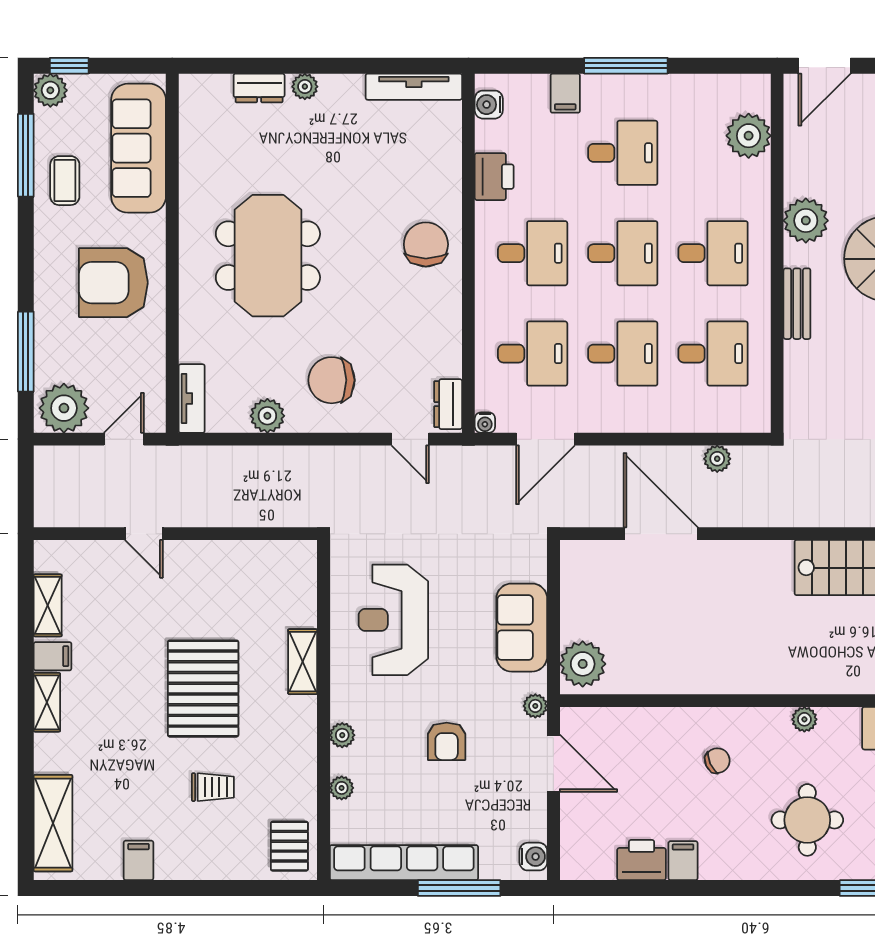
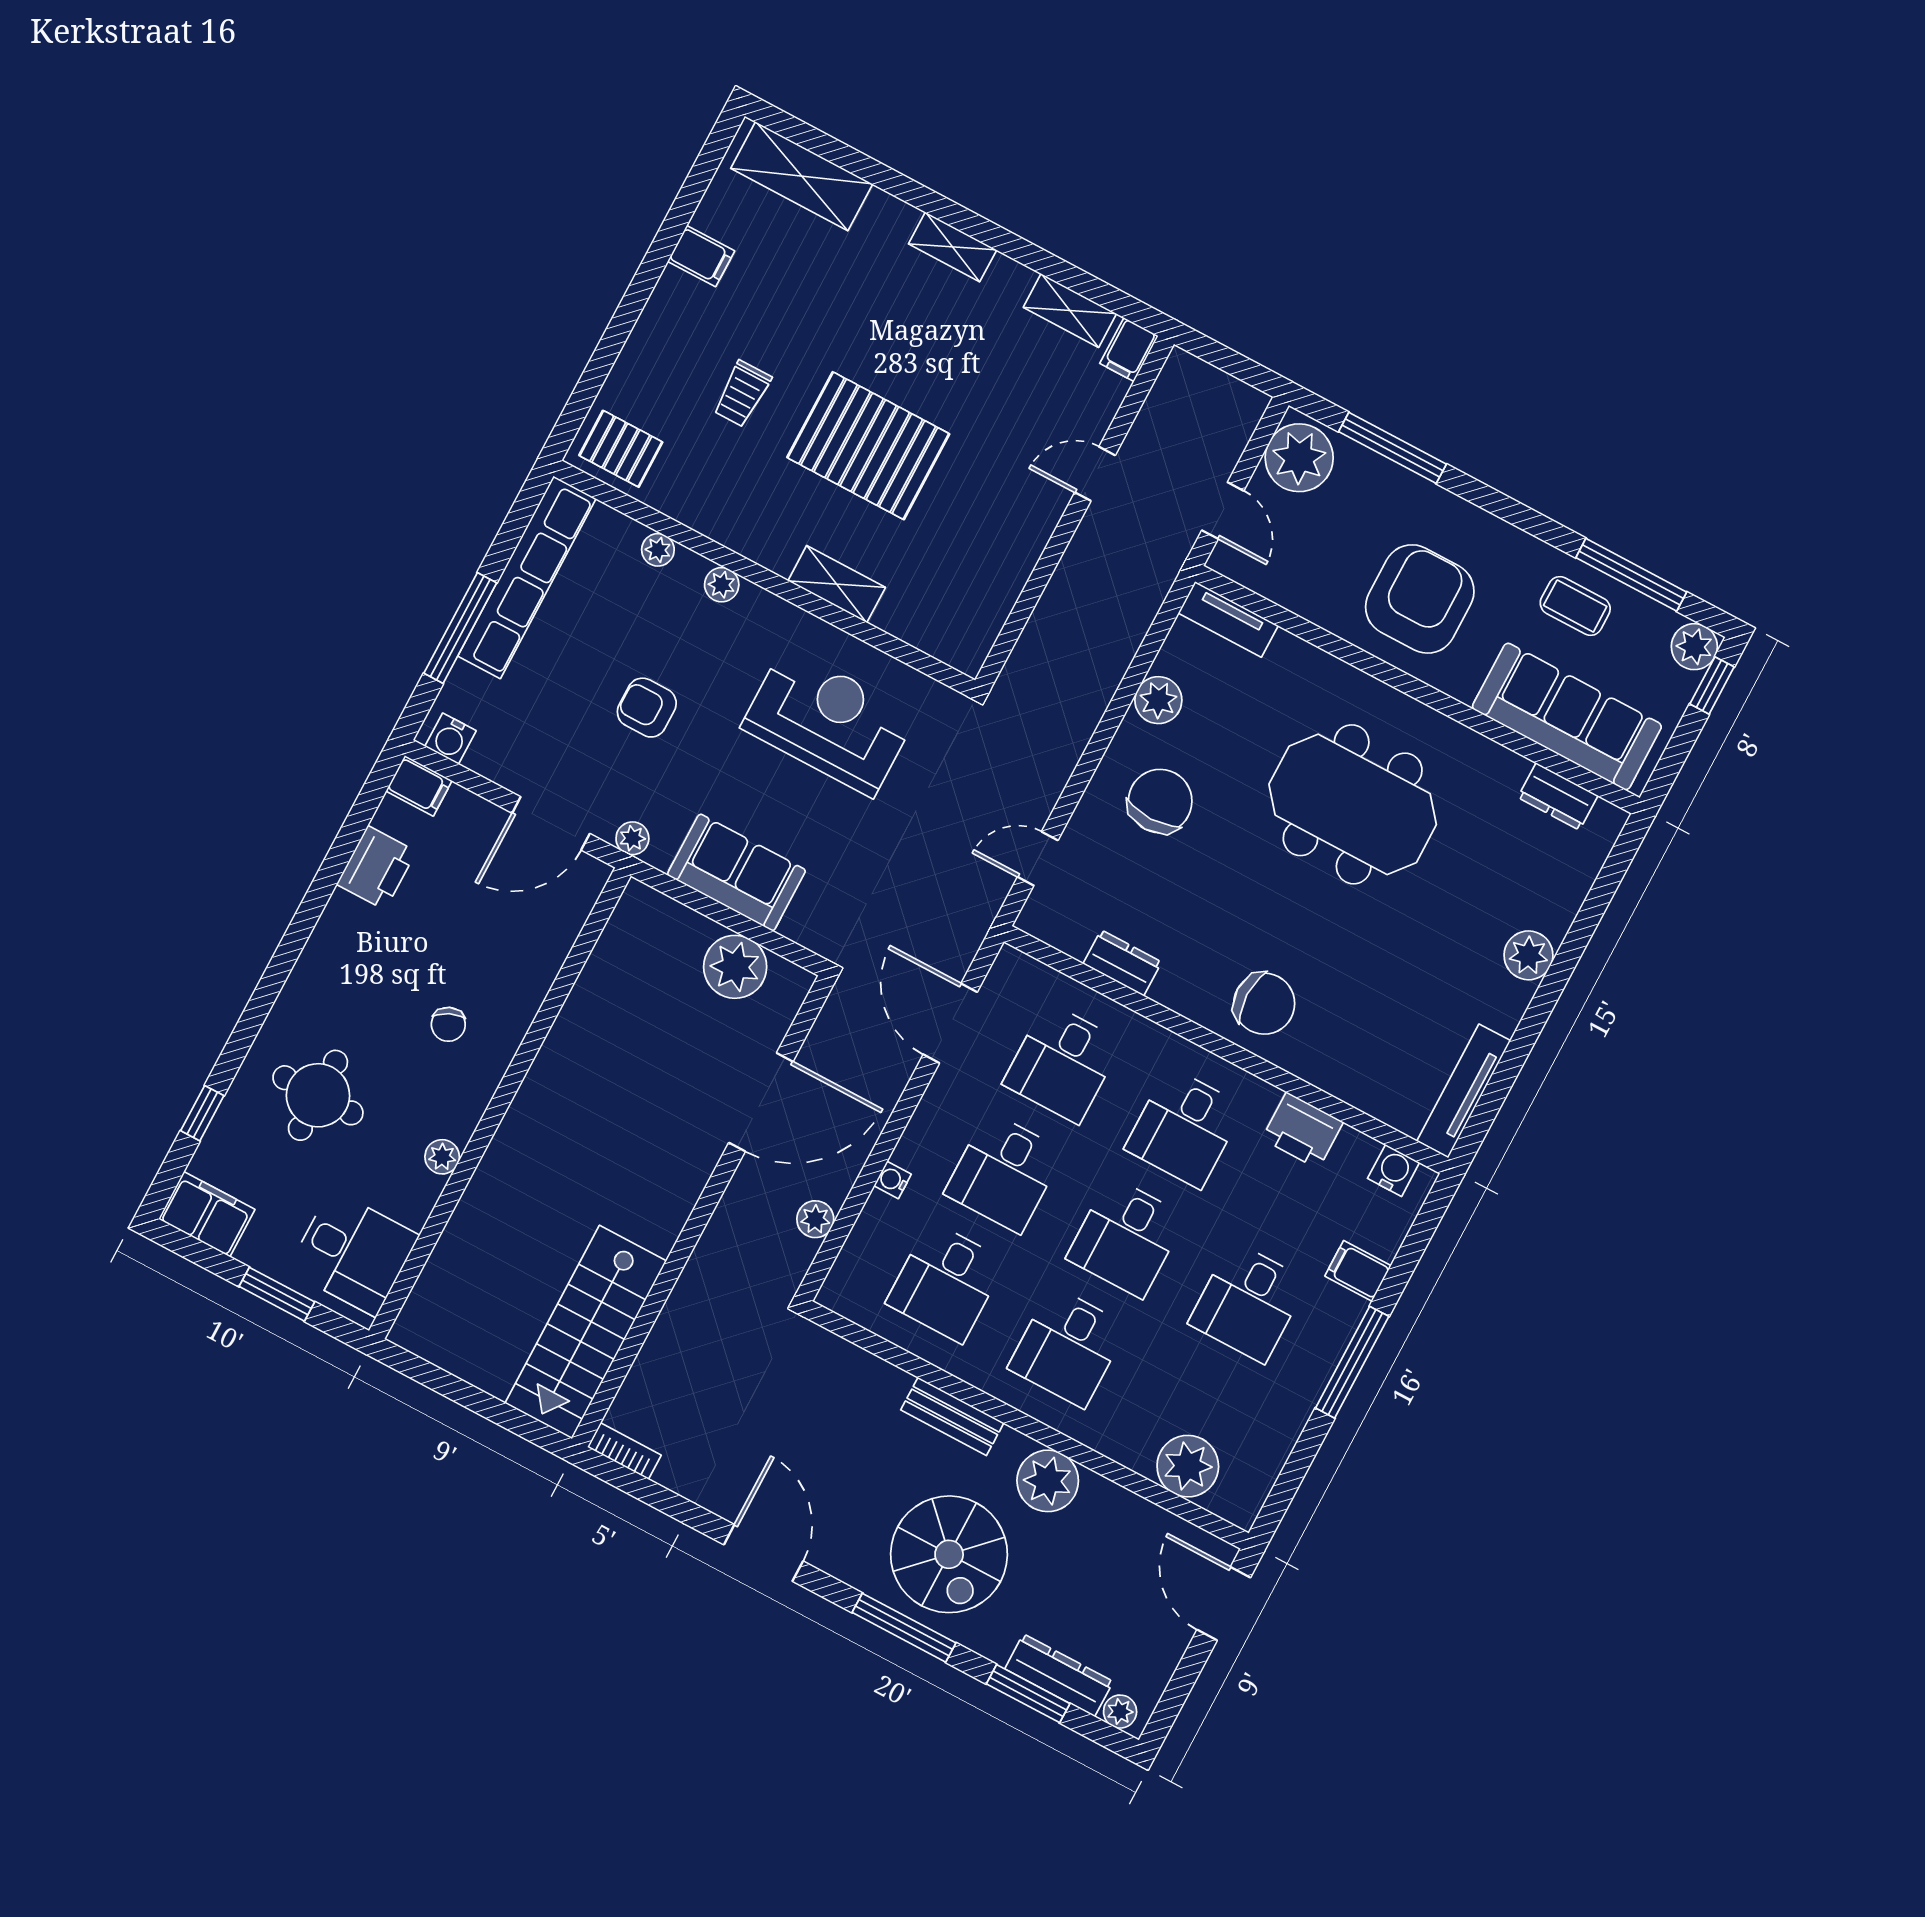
plant: (305, 87) -> (1529, 955), width x1.38, depth x1.38
dresser: (259, 88) -> (1558, 796), moved, turned -90
dresser: (448, 404) -> (1122, 963), moved
water cooler: (485, 423) -> (893, 1180), moved
filing cabinet: (53, 656) -> (1129, 350), moved
plant: (583, 664) -> (735, 967), moved
filing cabinet: (683, 861) -> (419, 786), moved

